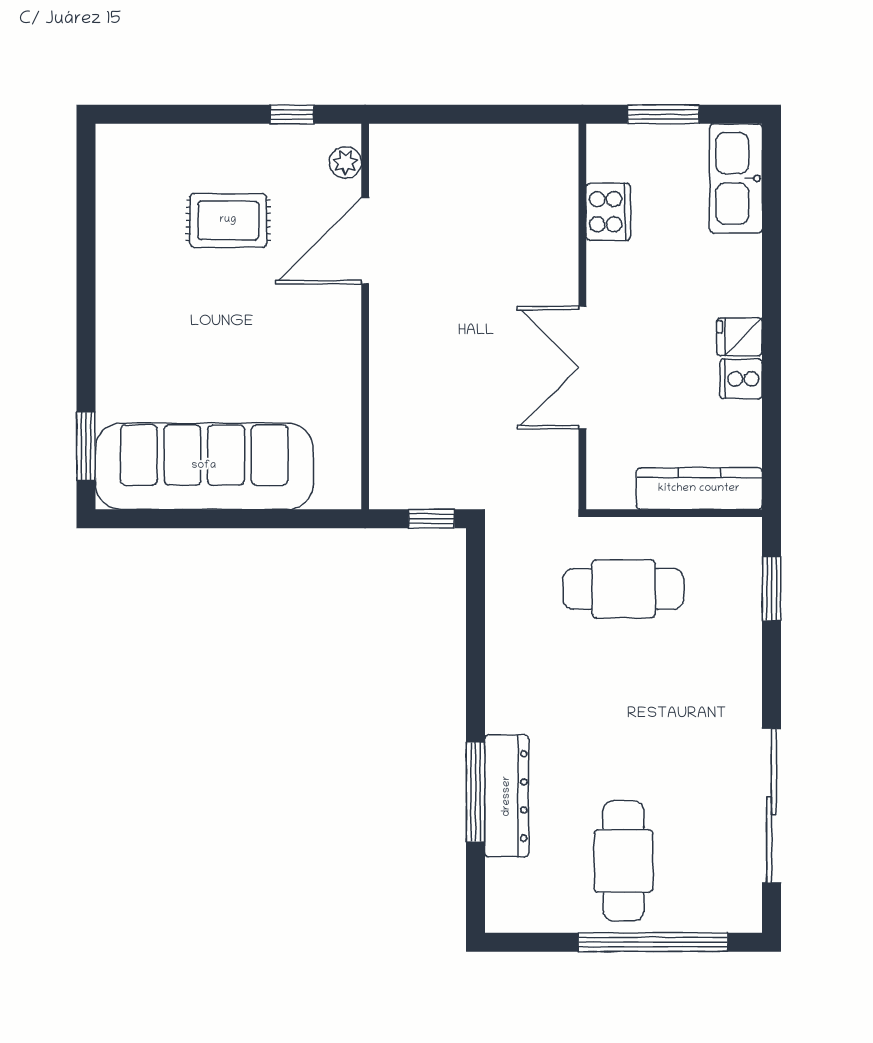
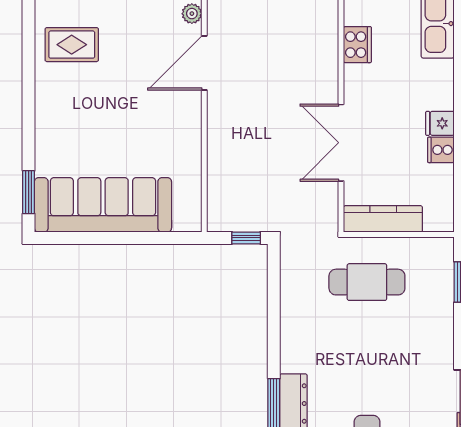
rug: (228, 220) -> (72, 45), moved
kitchen counter: (699, 489) -> (383, 219), moved

